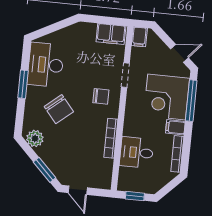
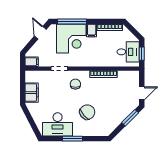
filing cabinet: (111, 34) -> (32, 93), moved
plant: (35, 138) -> (109, 127), removed
desk: (137, 152) -> (128, 52), moved, turned -90

